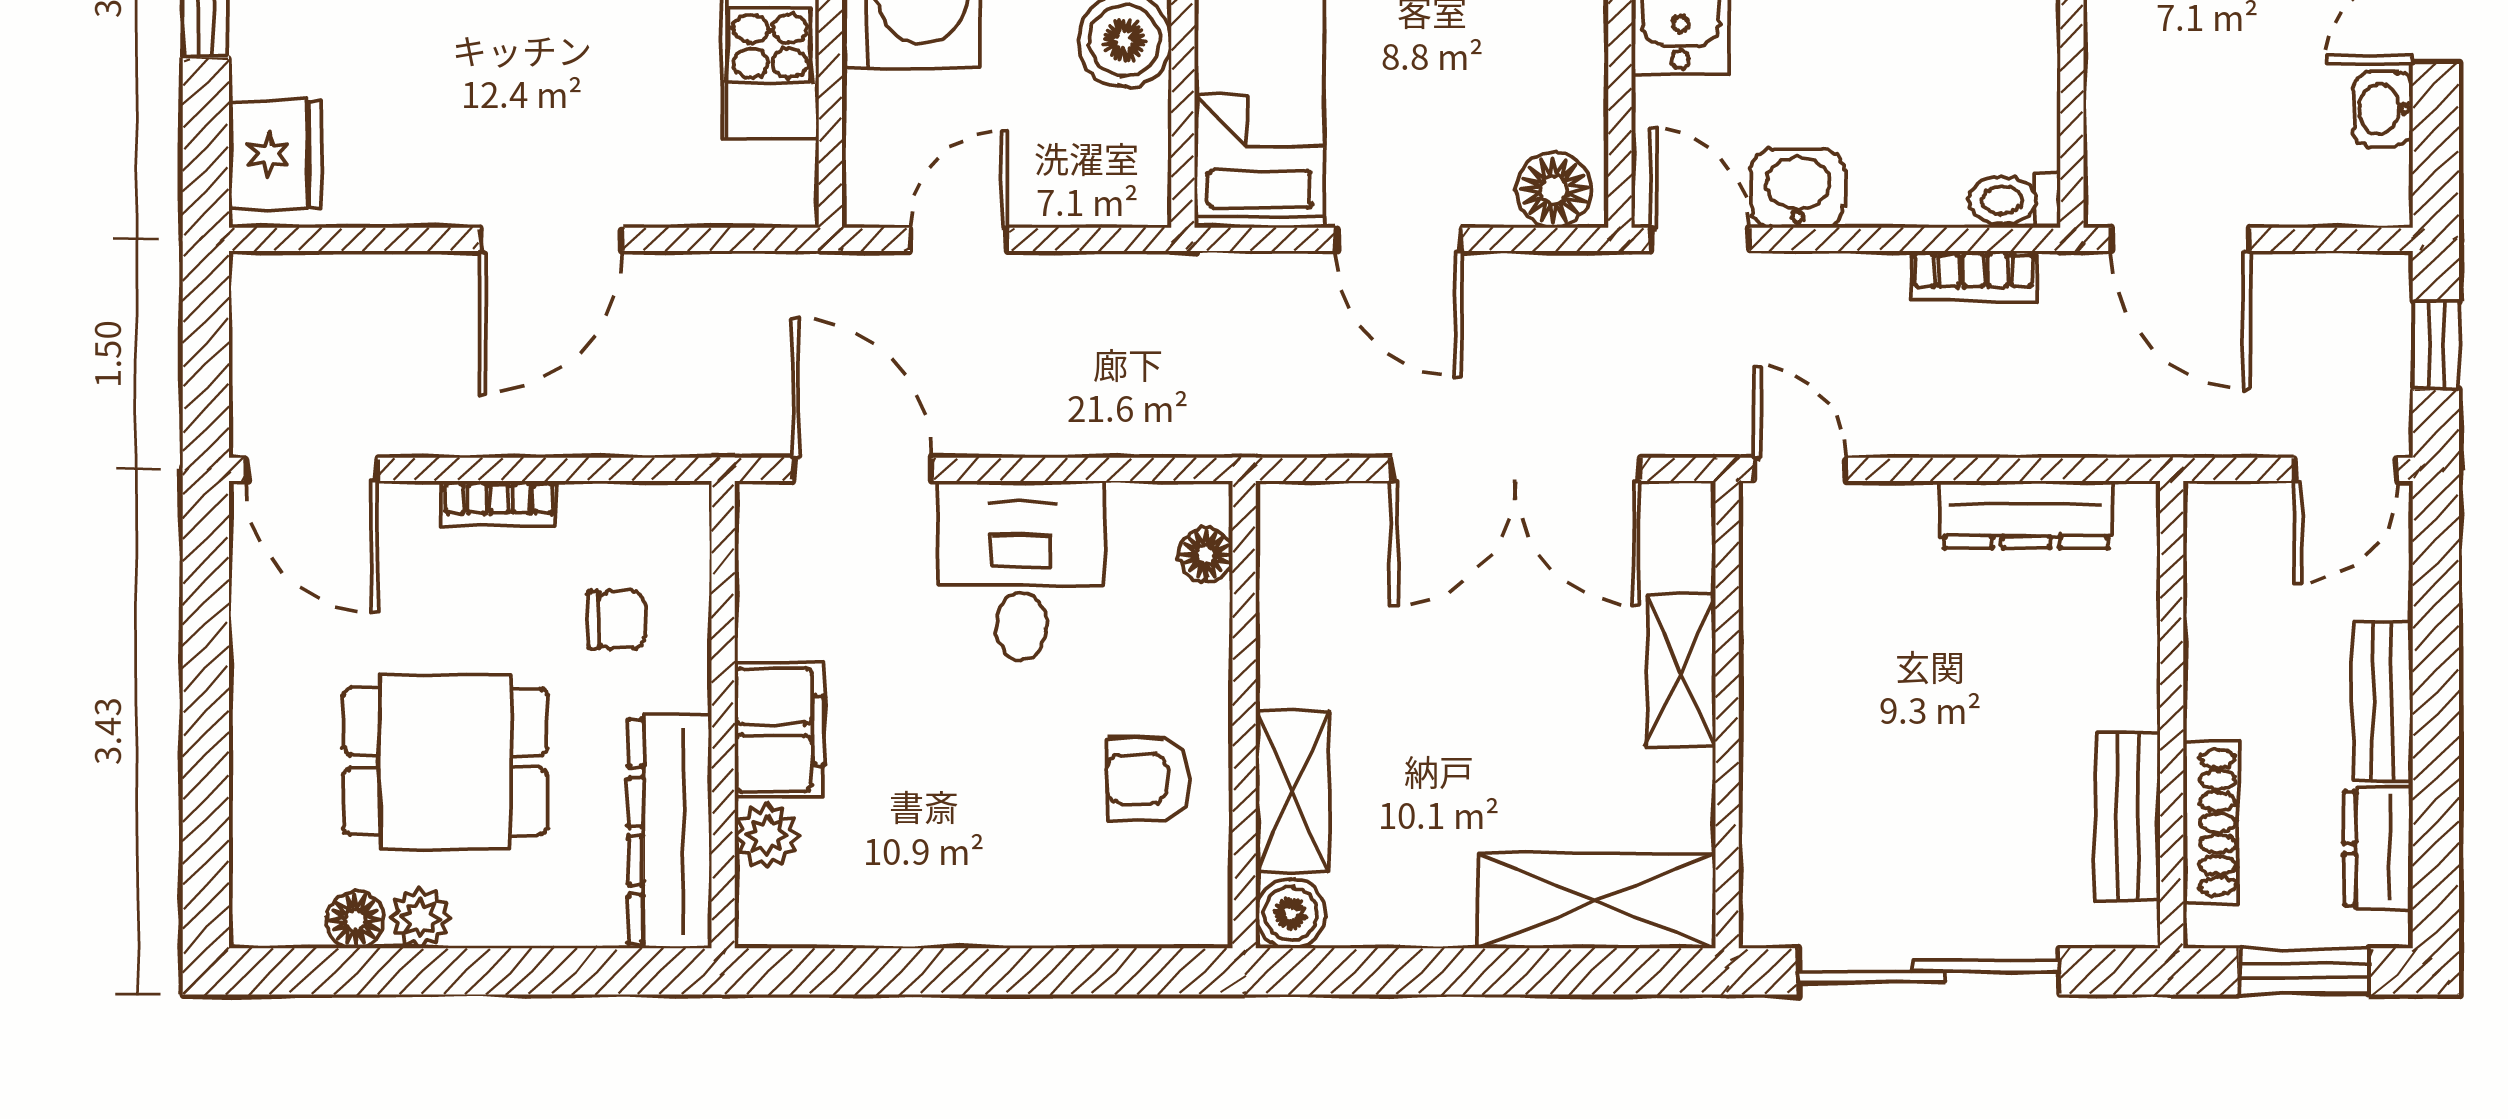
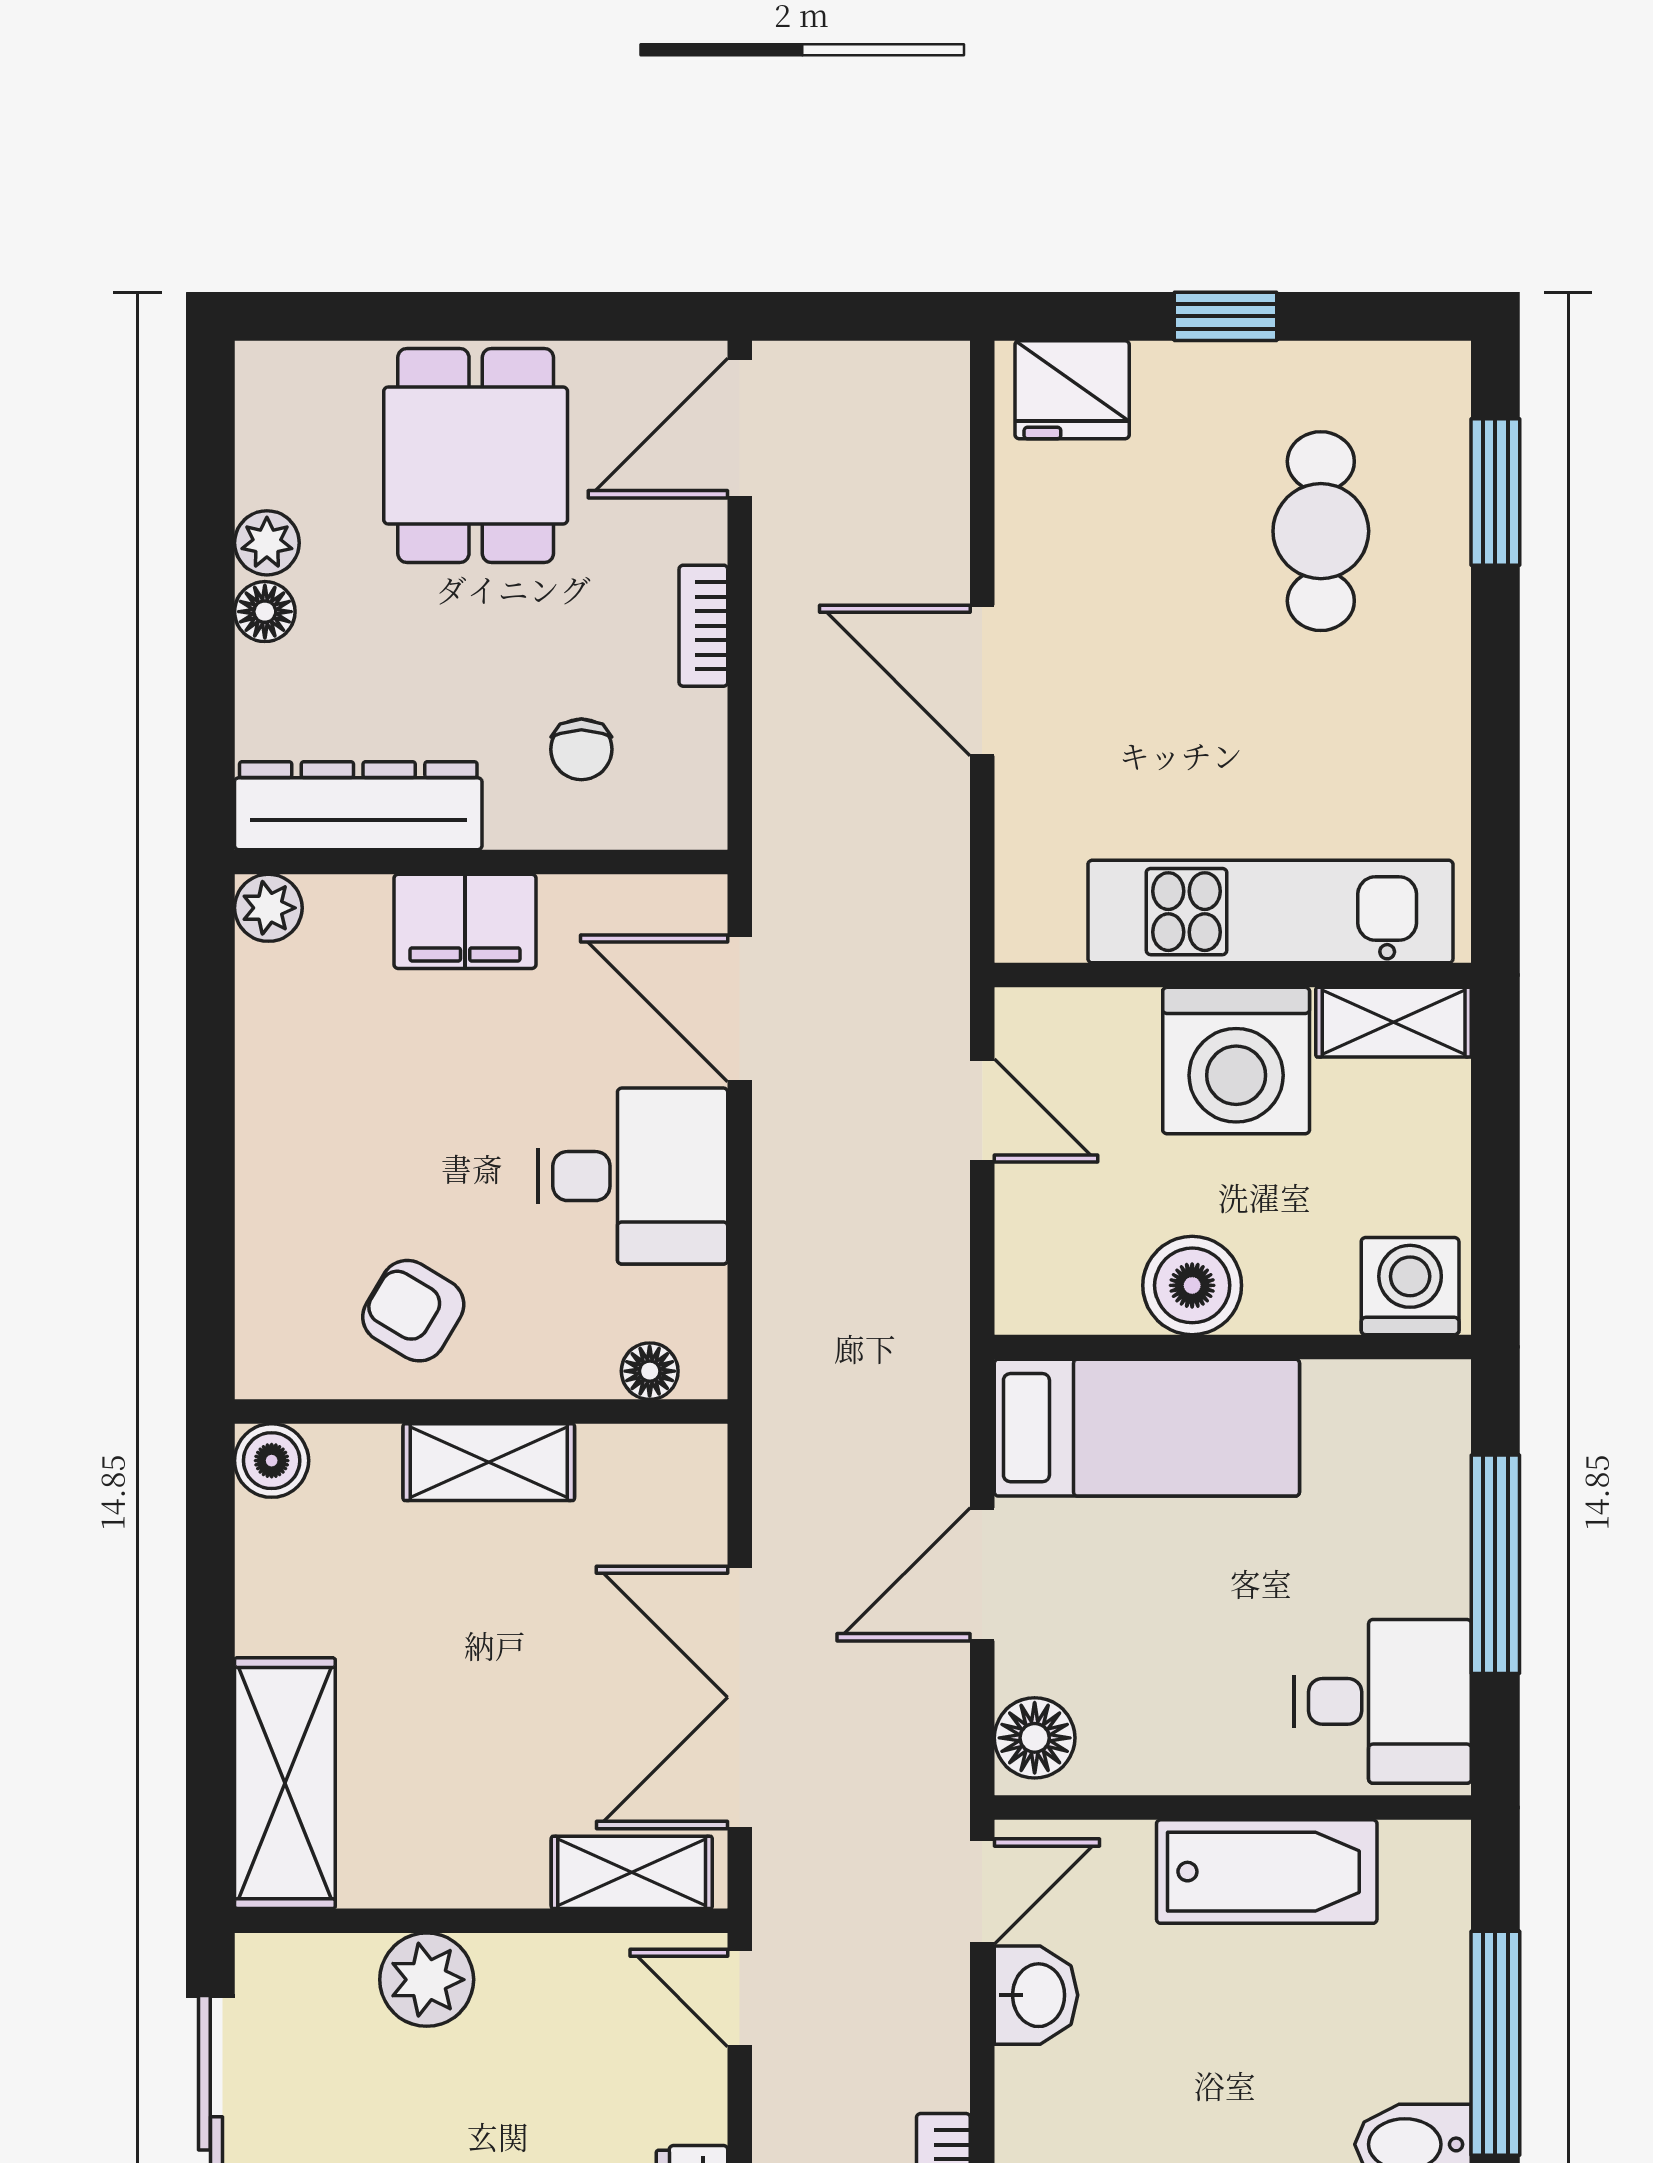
door: (862, 469) -> (740, 1008), swing flipped
door: (1800, 469) -> (740, 1998), swing flipped
shelving: (1681, 672) -> (632, 1872), moved
dining table: (445, 762) -> (476, 456), moved
plant: (1783, 766) -> (427, 1980), added
armchair: (1149, 779) -> (413, 1311), turned -59
shelving: (1292, 791) -> (489, 1462), moved
plant: (767, 835) -> (268, 908), moved
floor lamp: (355, 920) -> (265, 612), moved

